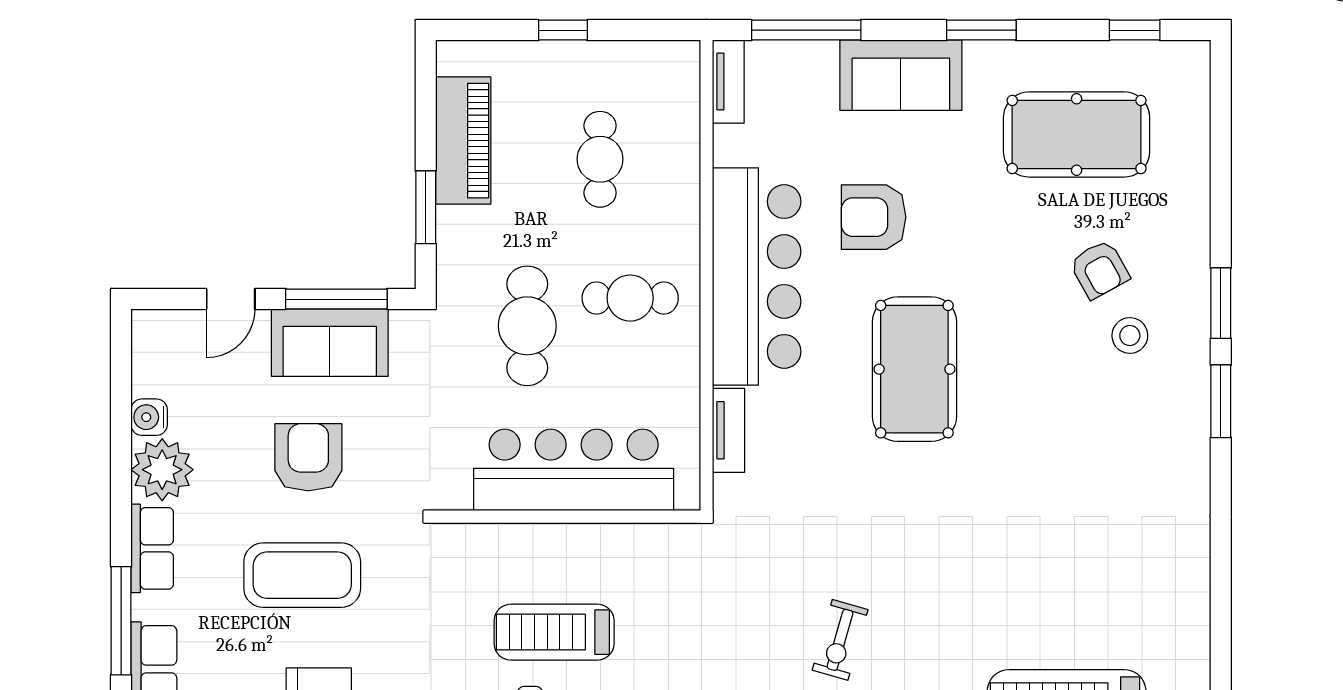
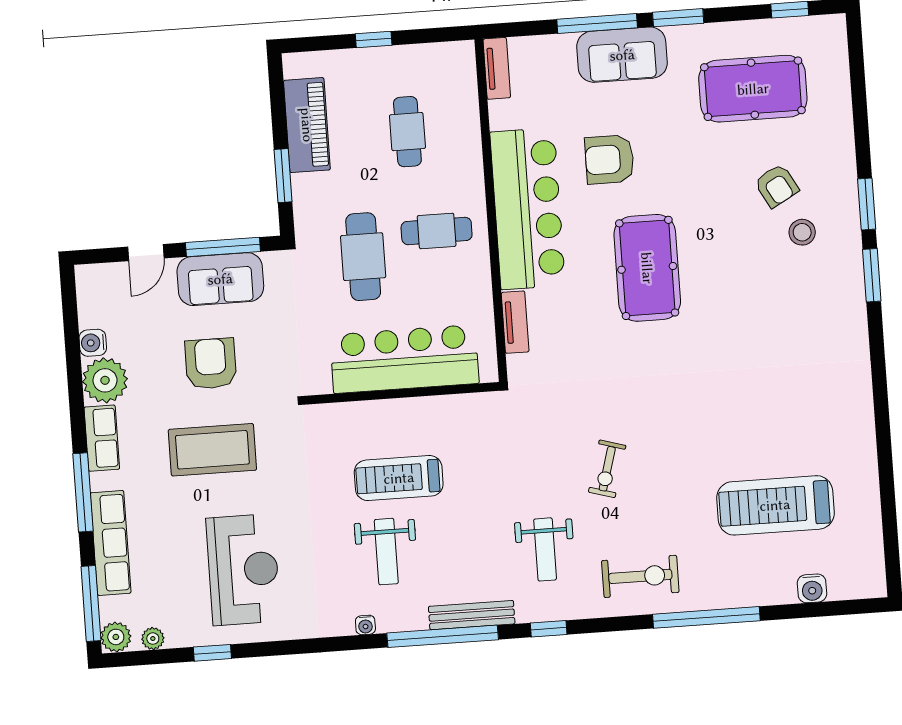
window: (806, 30) -> (597, 23), moved

